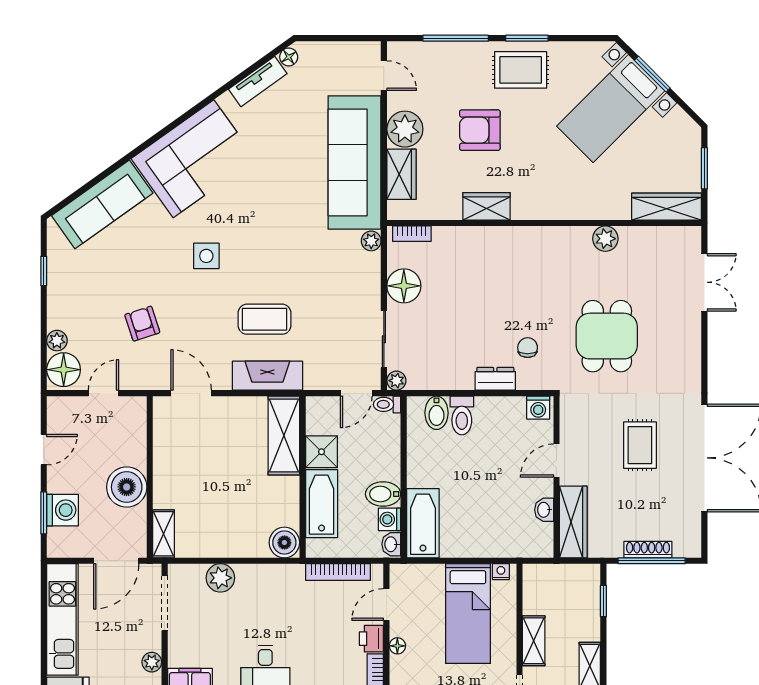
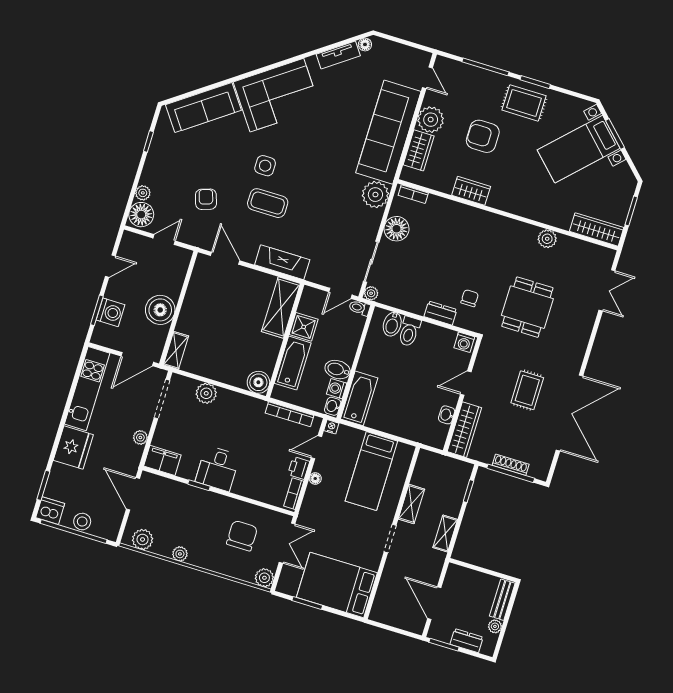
plant: (371, 241) -> (375, 195), width x1.88, depth x1.88
coffee table: (265, 319) -> (268, 203), moved
nightstand: (501, 572) -> (331, 427), moved

